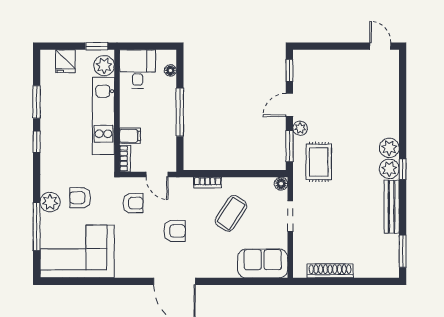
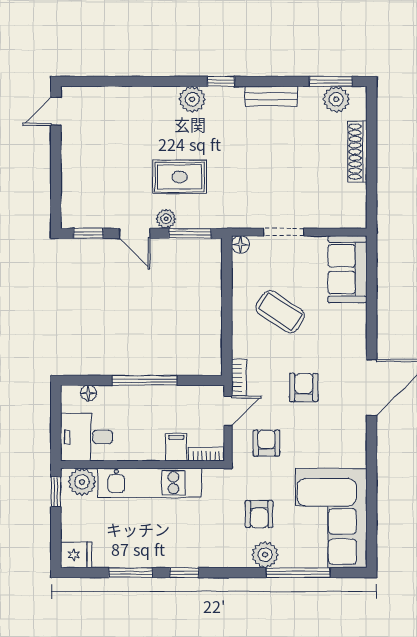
fridge: (65, 61) -> (76, 555), moved
rug: (319, 162) -> (180, 177), moved
plant: (389, 169) -> (336, 99), moved
bookcase: (208, 183) -> (239, 377), moved
bench: (392, 207) -> (271, 96), width x0.73
shoe rack: (330, 271) -> (357, 152), moved

